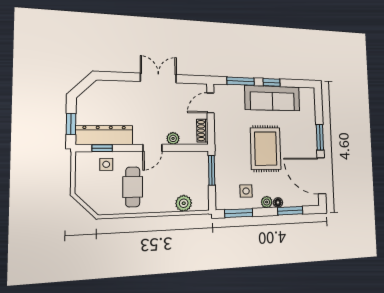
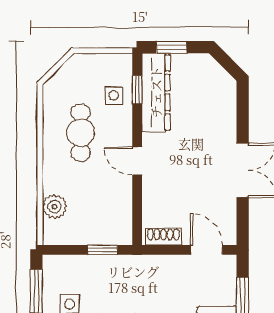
plant: (173, 138) -> (151, 192), removed
window: (212, 170) -> (103, 250), width x0.67
cafe table: (133, 187) -> (81, 133), turned 90

